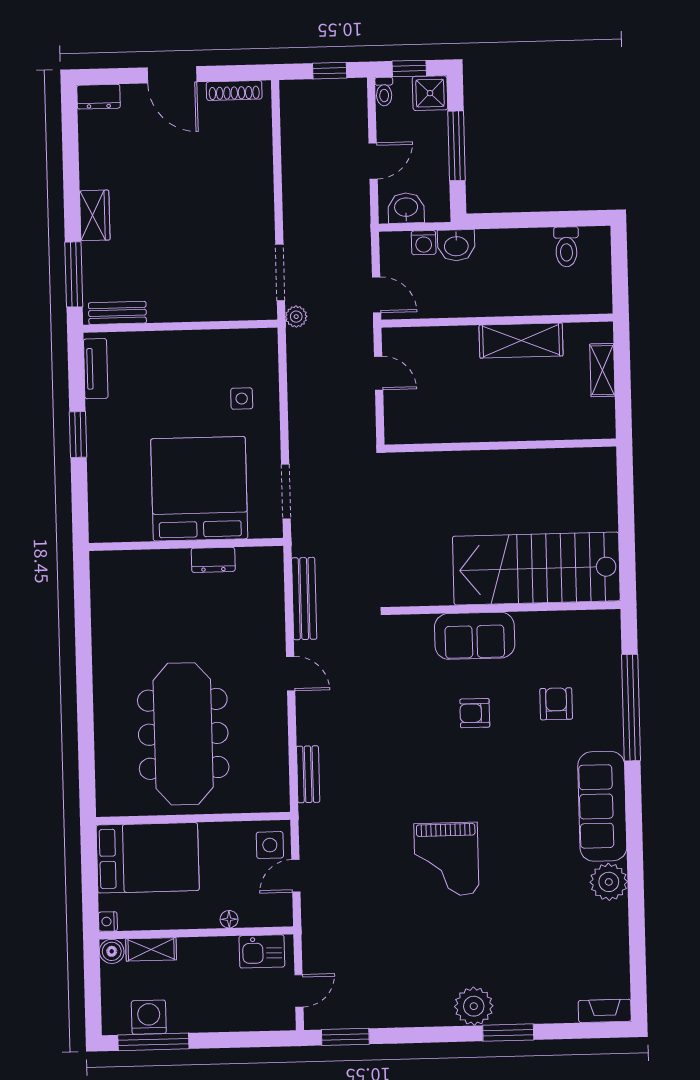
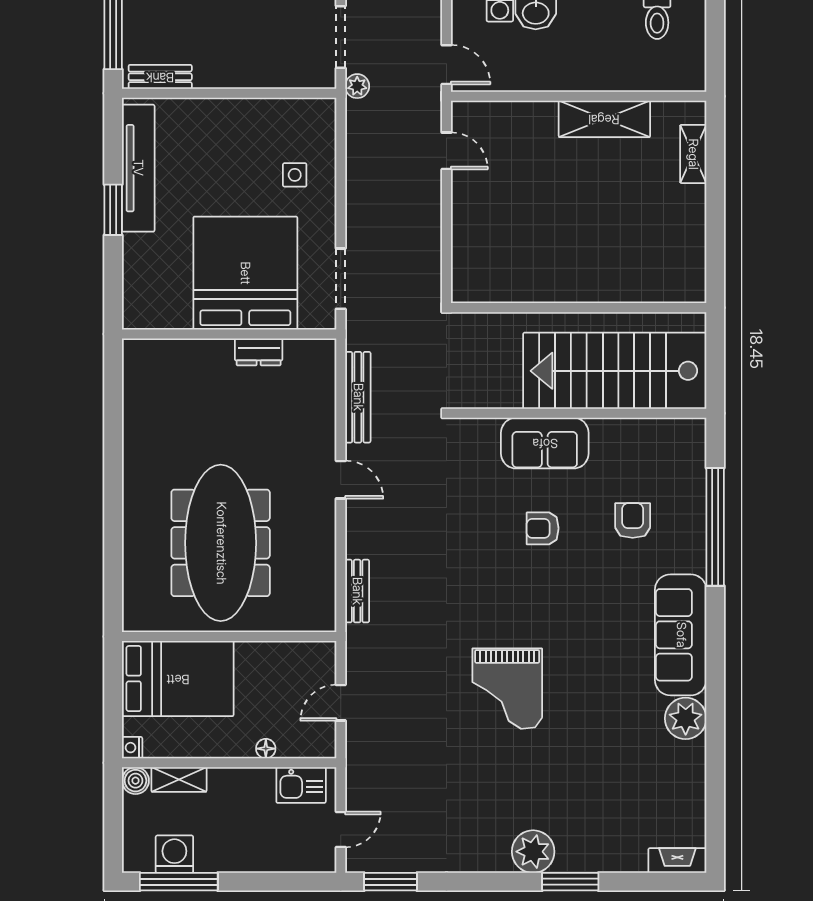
tv unit: (96, 369) -> (138, 168), width x1.92, depth x1.29
wall: (500, 446) -> (579, 308), moved
side table: (270, 845) -> (313, 668), removed

